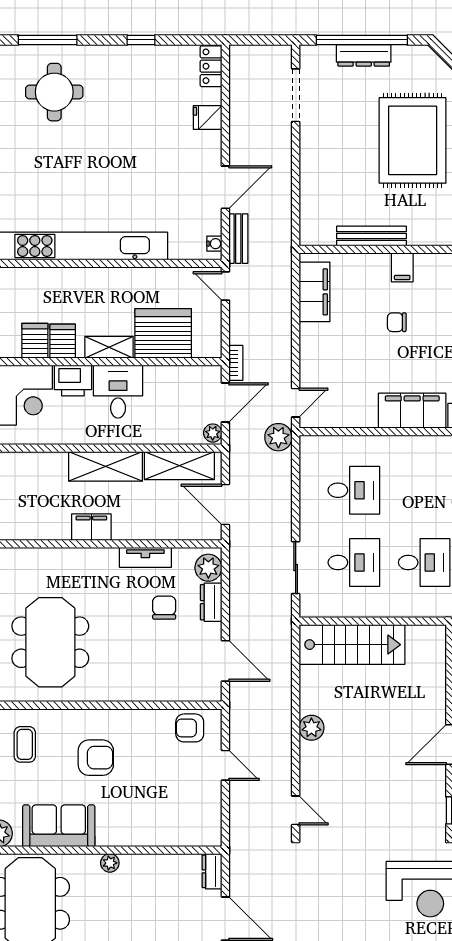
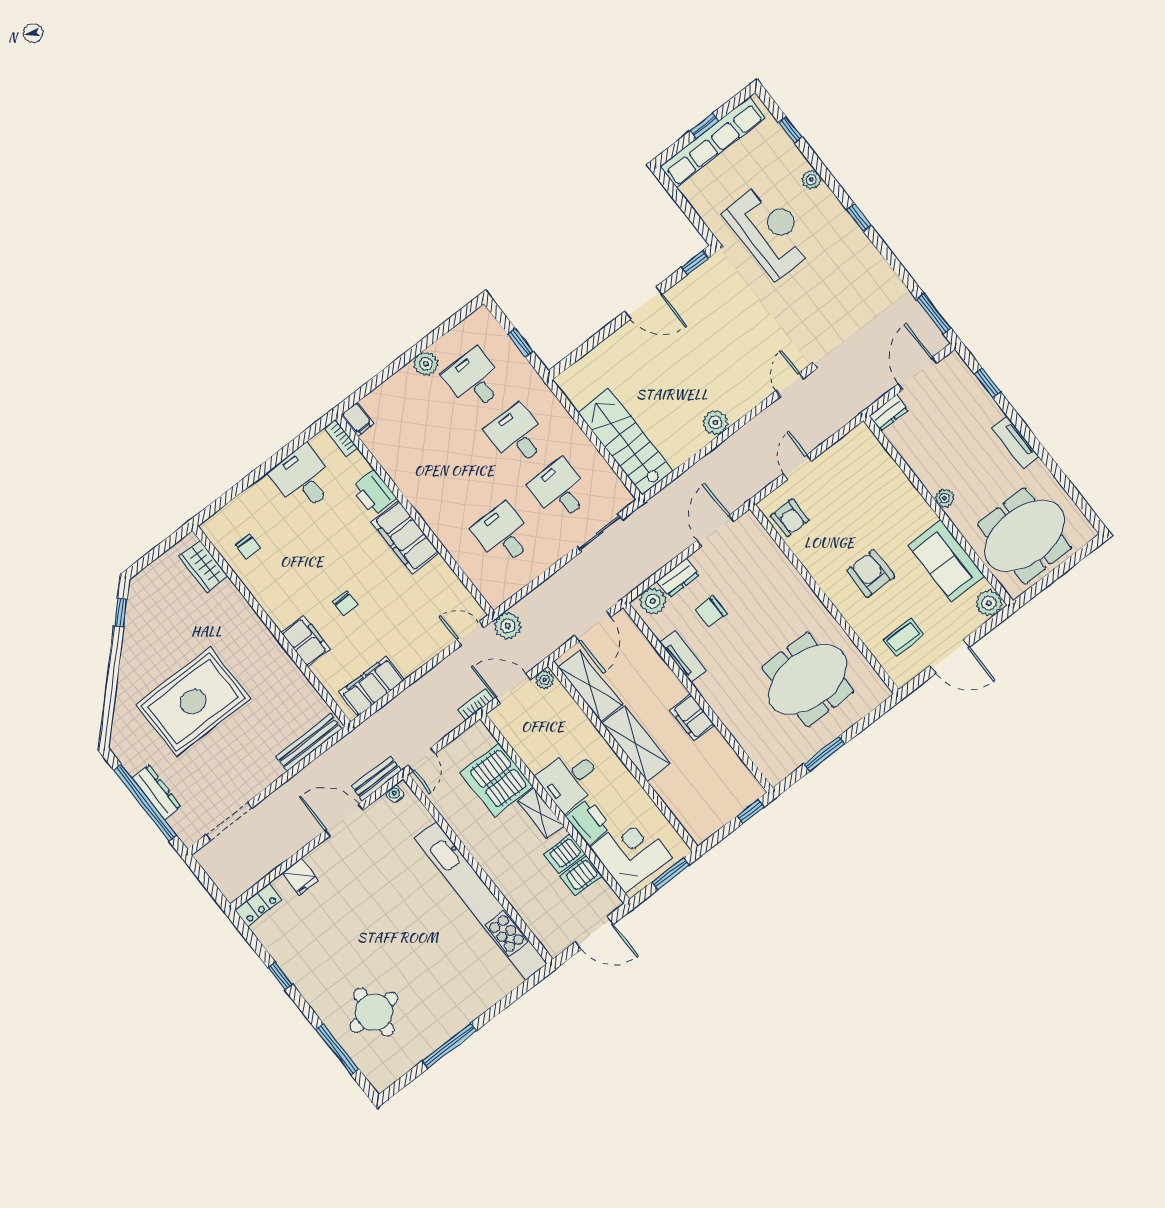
bench: (371, 236) -> (309, 743), moved, turned 90
filing cabinet: (402, 267) -> (306, 641), width x2.00

